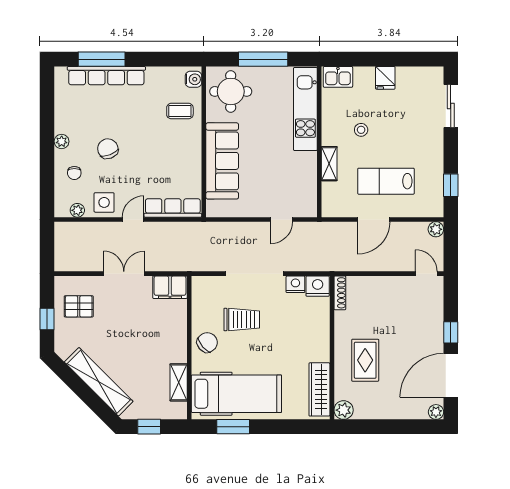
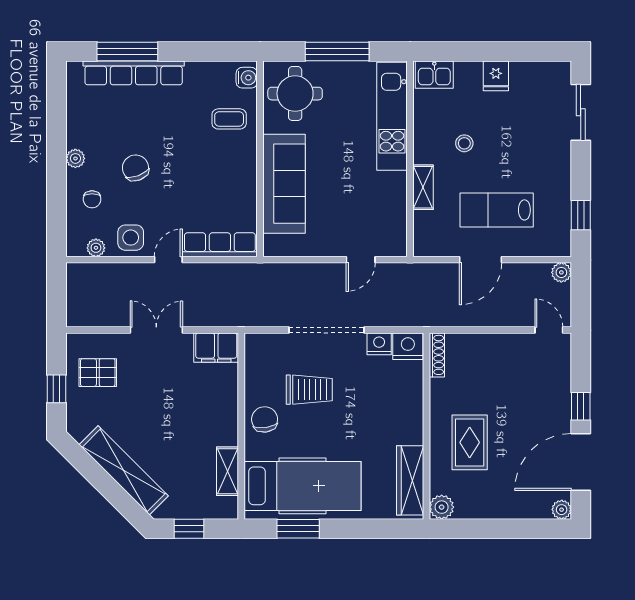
chair: (207, 343) -> (265, 419), turned -57

